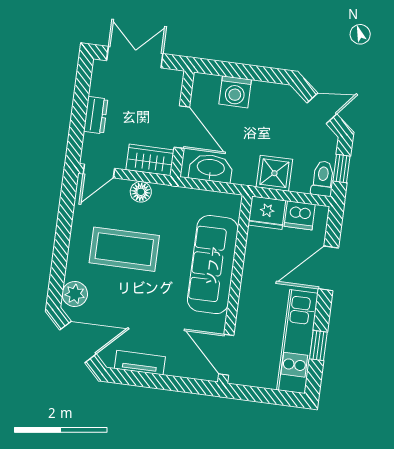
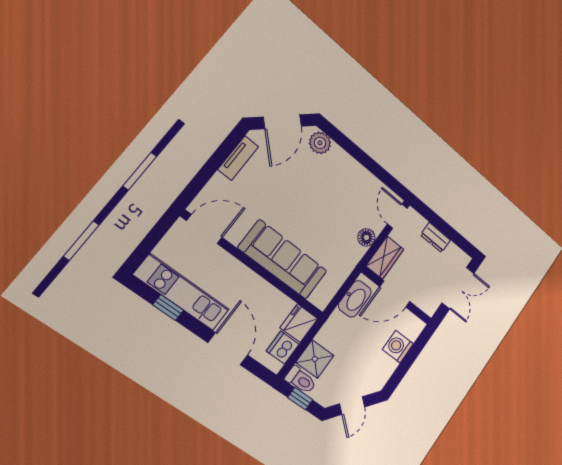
shower: (274, 173) -> (315, 359), moved
coffee table: (124, 249) -> (332, 200), removed

